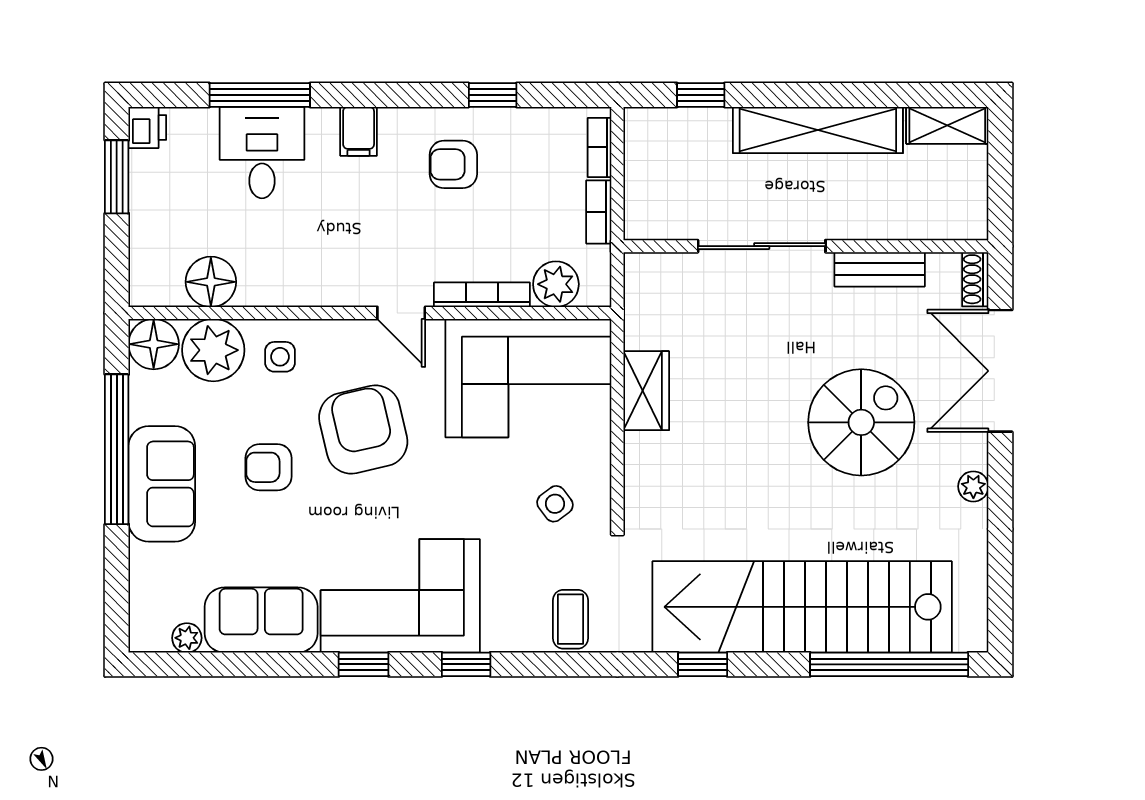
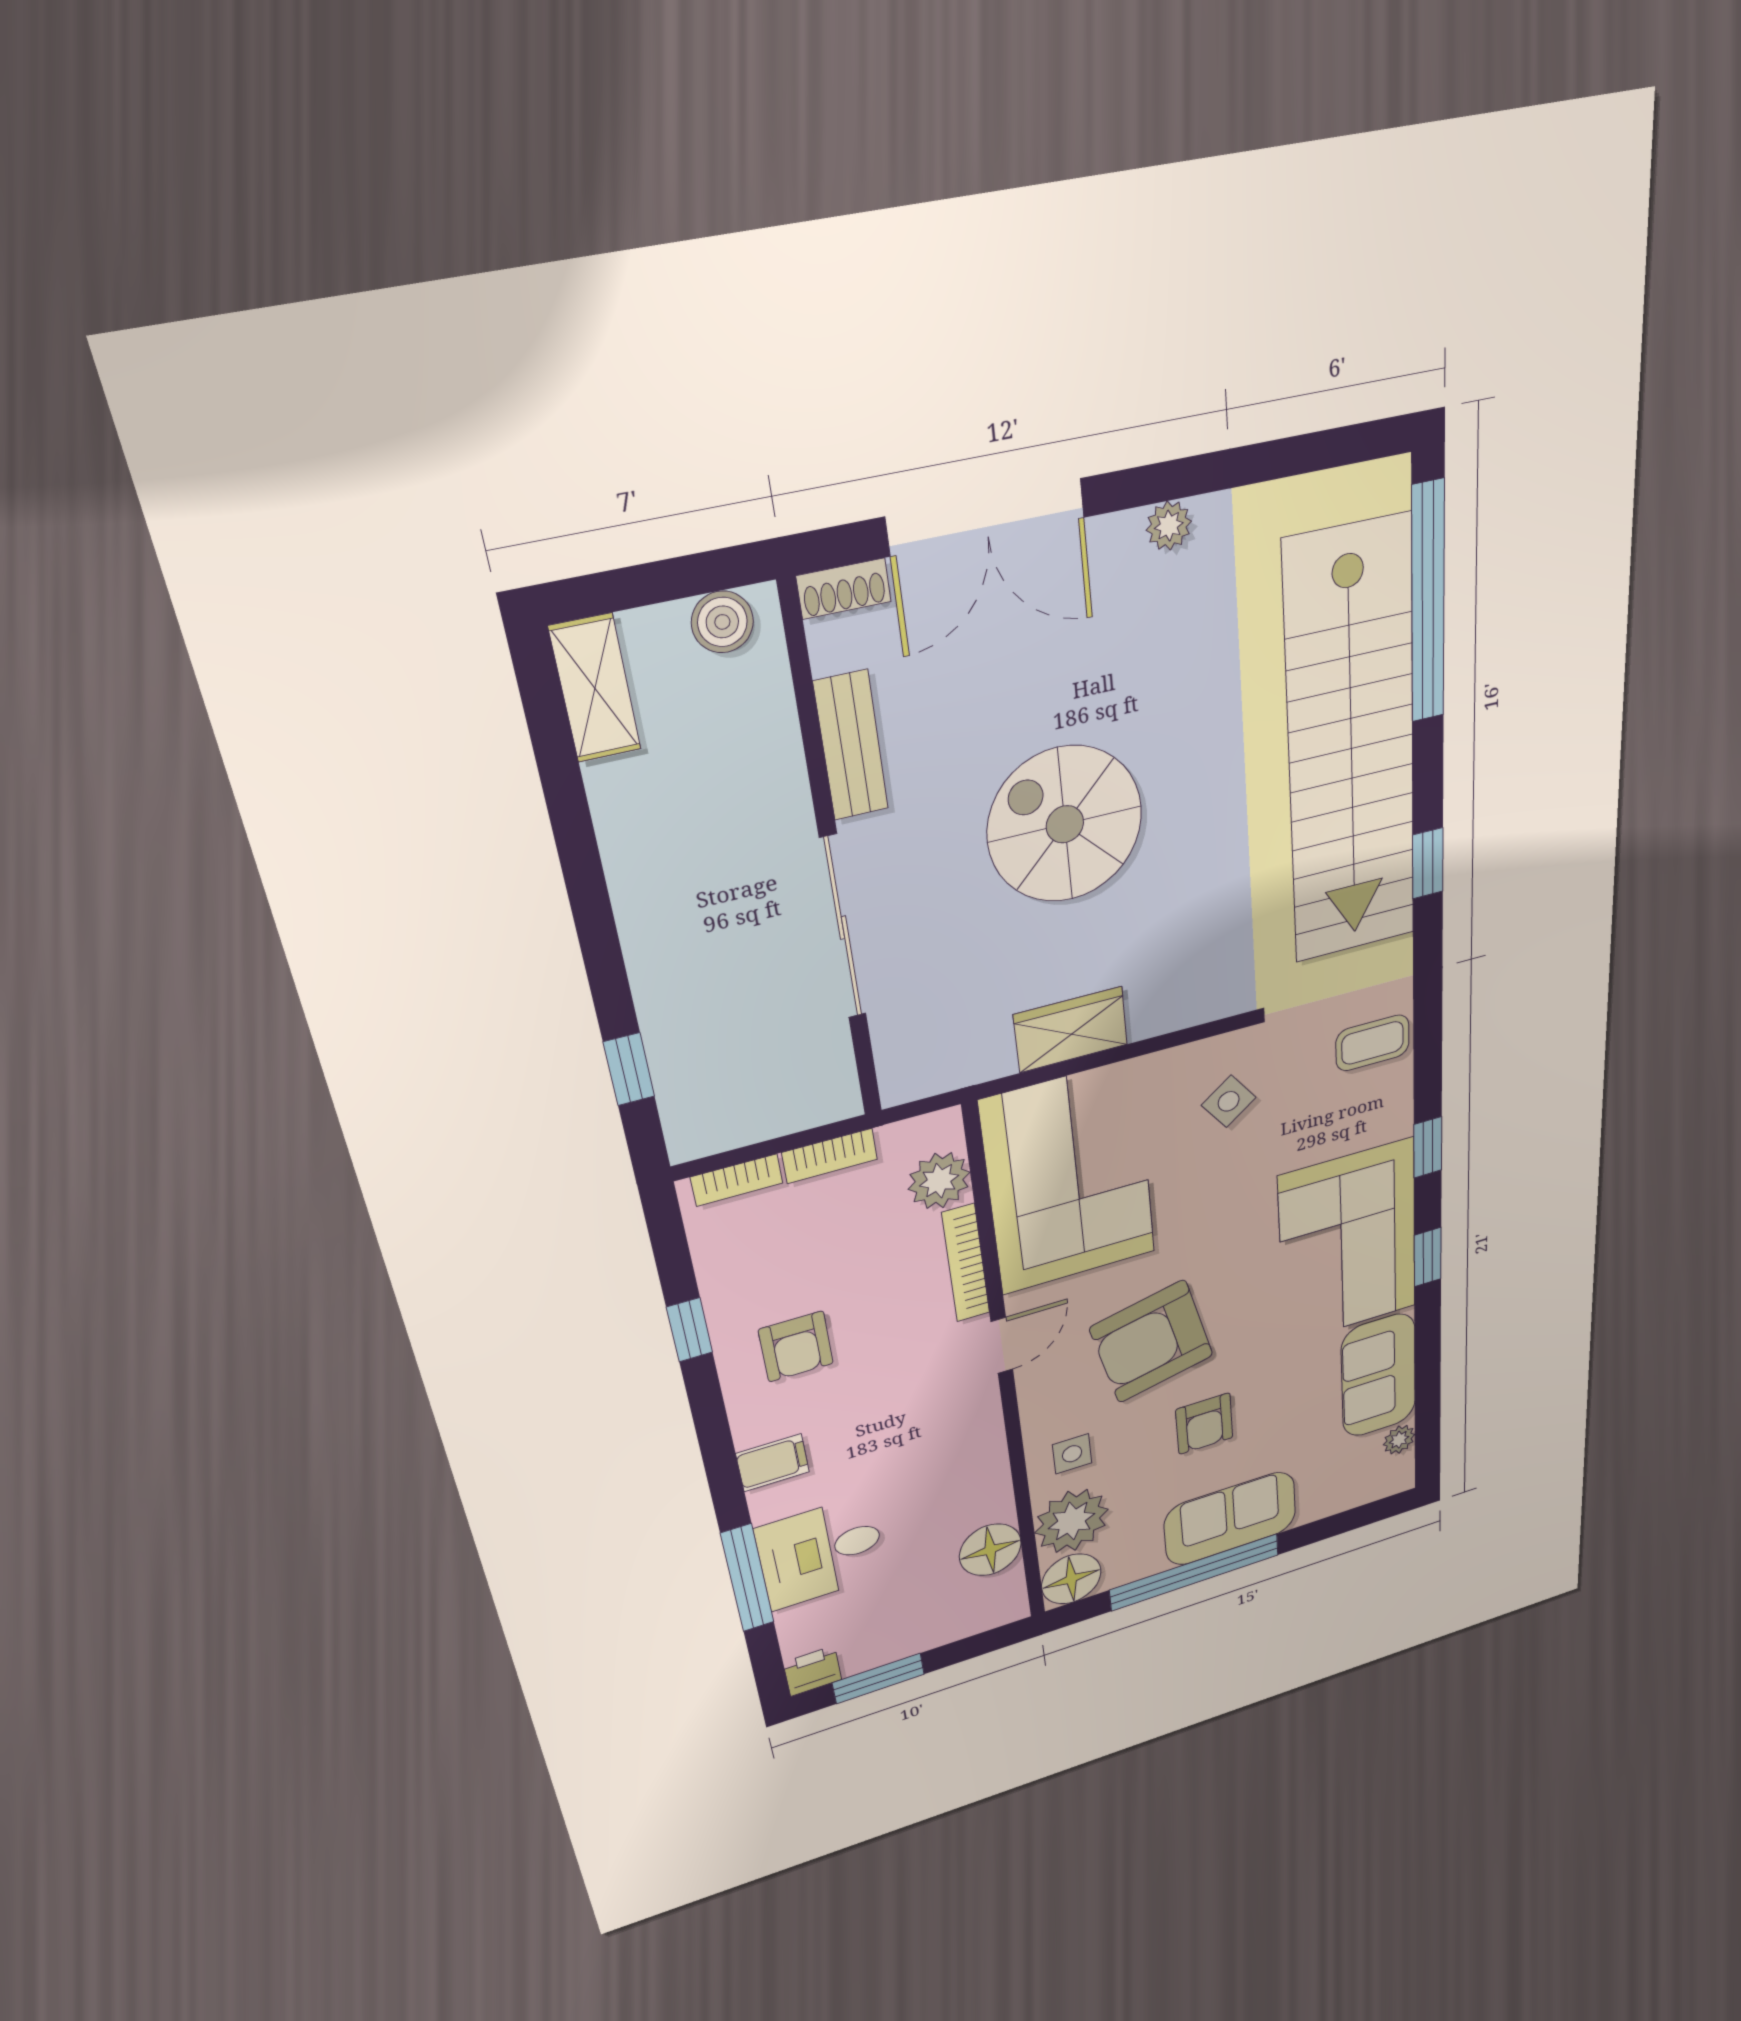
shelving: (818, 130) -> (647, 890), removed
boiler: (970, 205) -> (722, 622), added
spiral stairs: (861, 422) -> (1065, 824), moved

